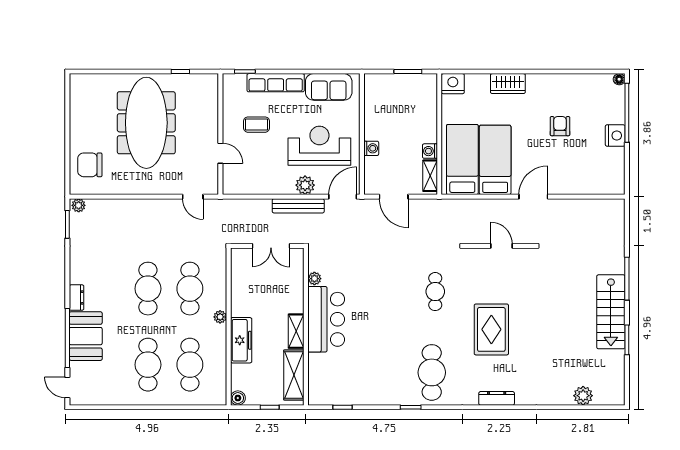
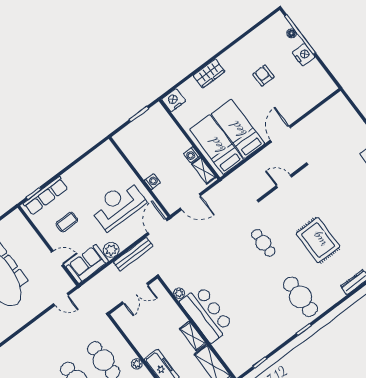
floor lamp: (619, 79) -> (292, 33), moved
row of seats: (276, 83) -> (46, 196), moved
sofa: (329, 87) -> (87, 264), moved, turned 180
plant: (305, 185) -> (111, 250), moved

